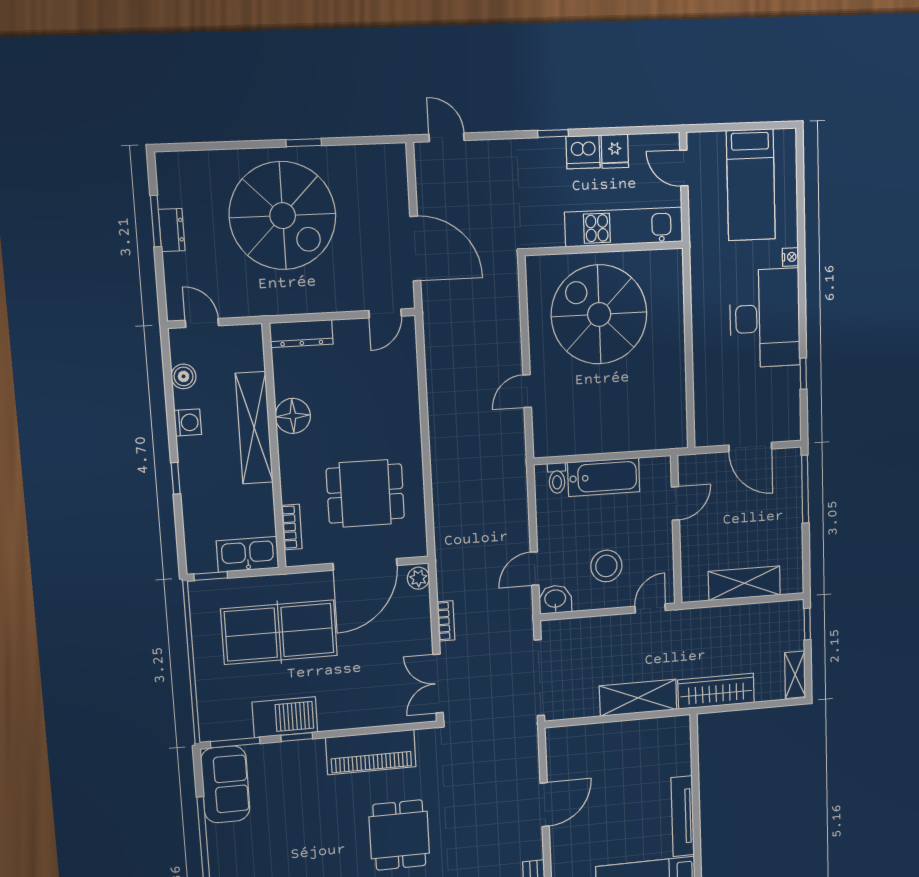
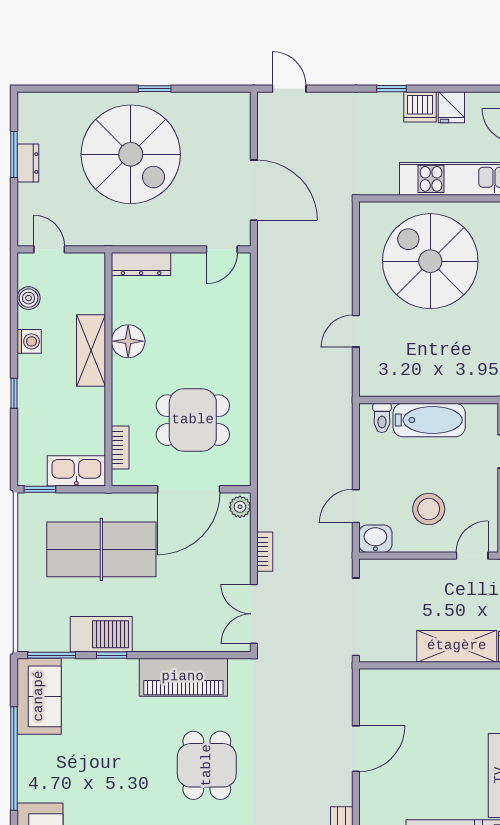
shelving: (254, 428) -> (91, 350), width x0.68

